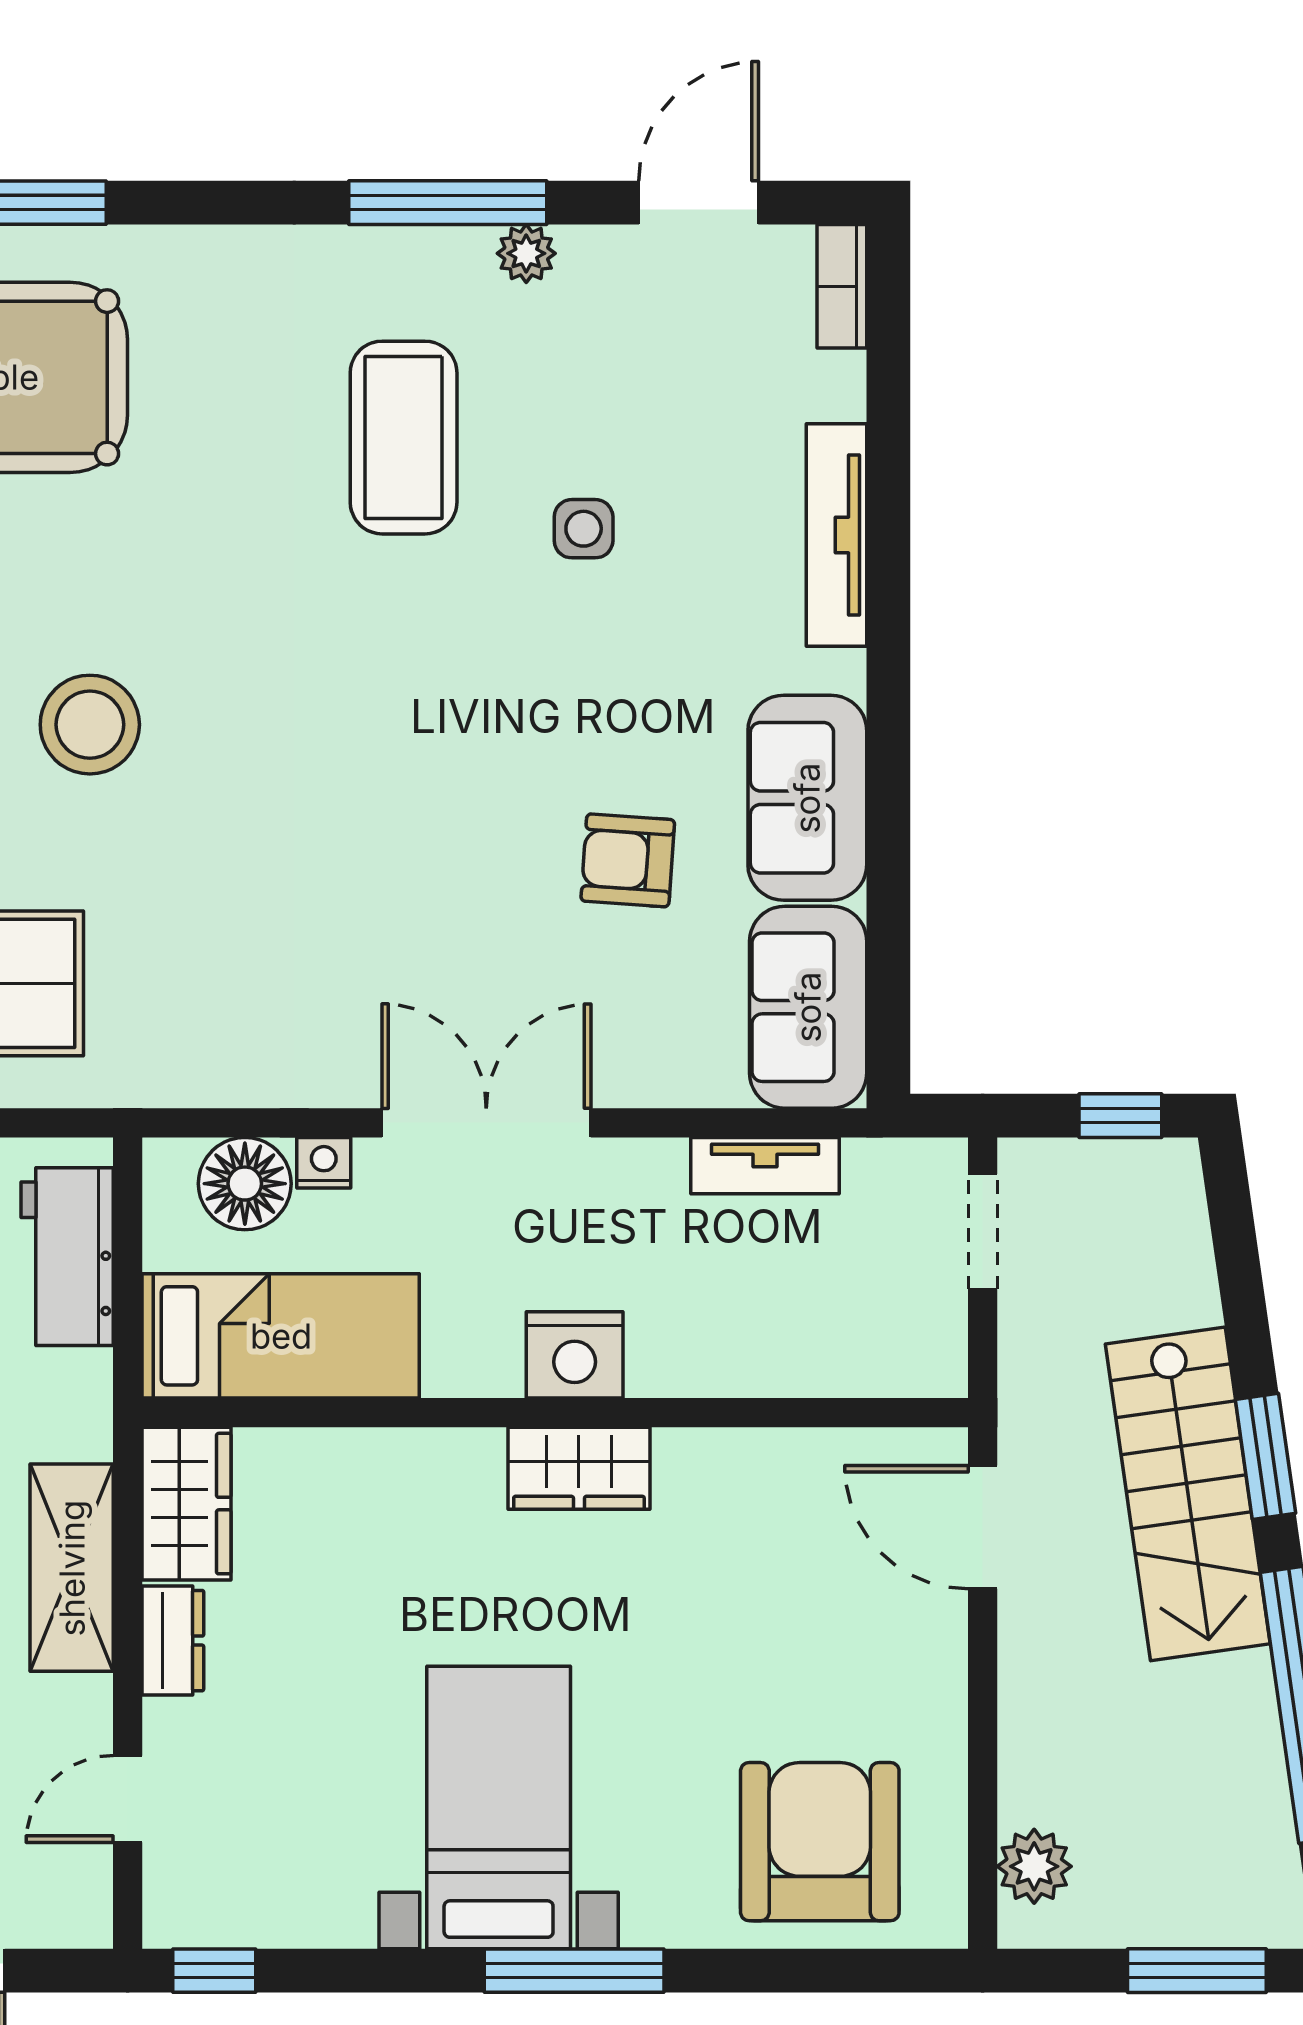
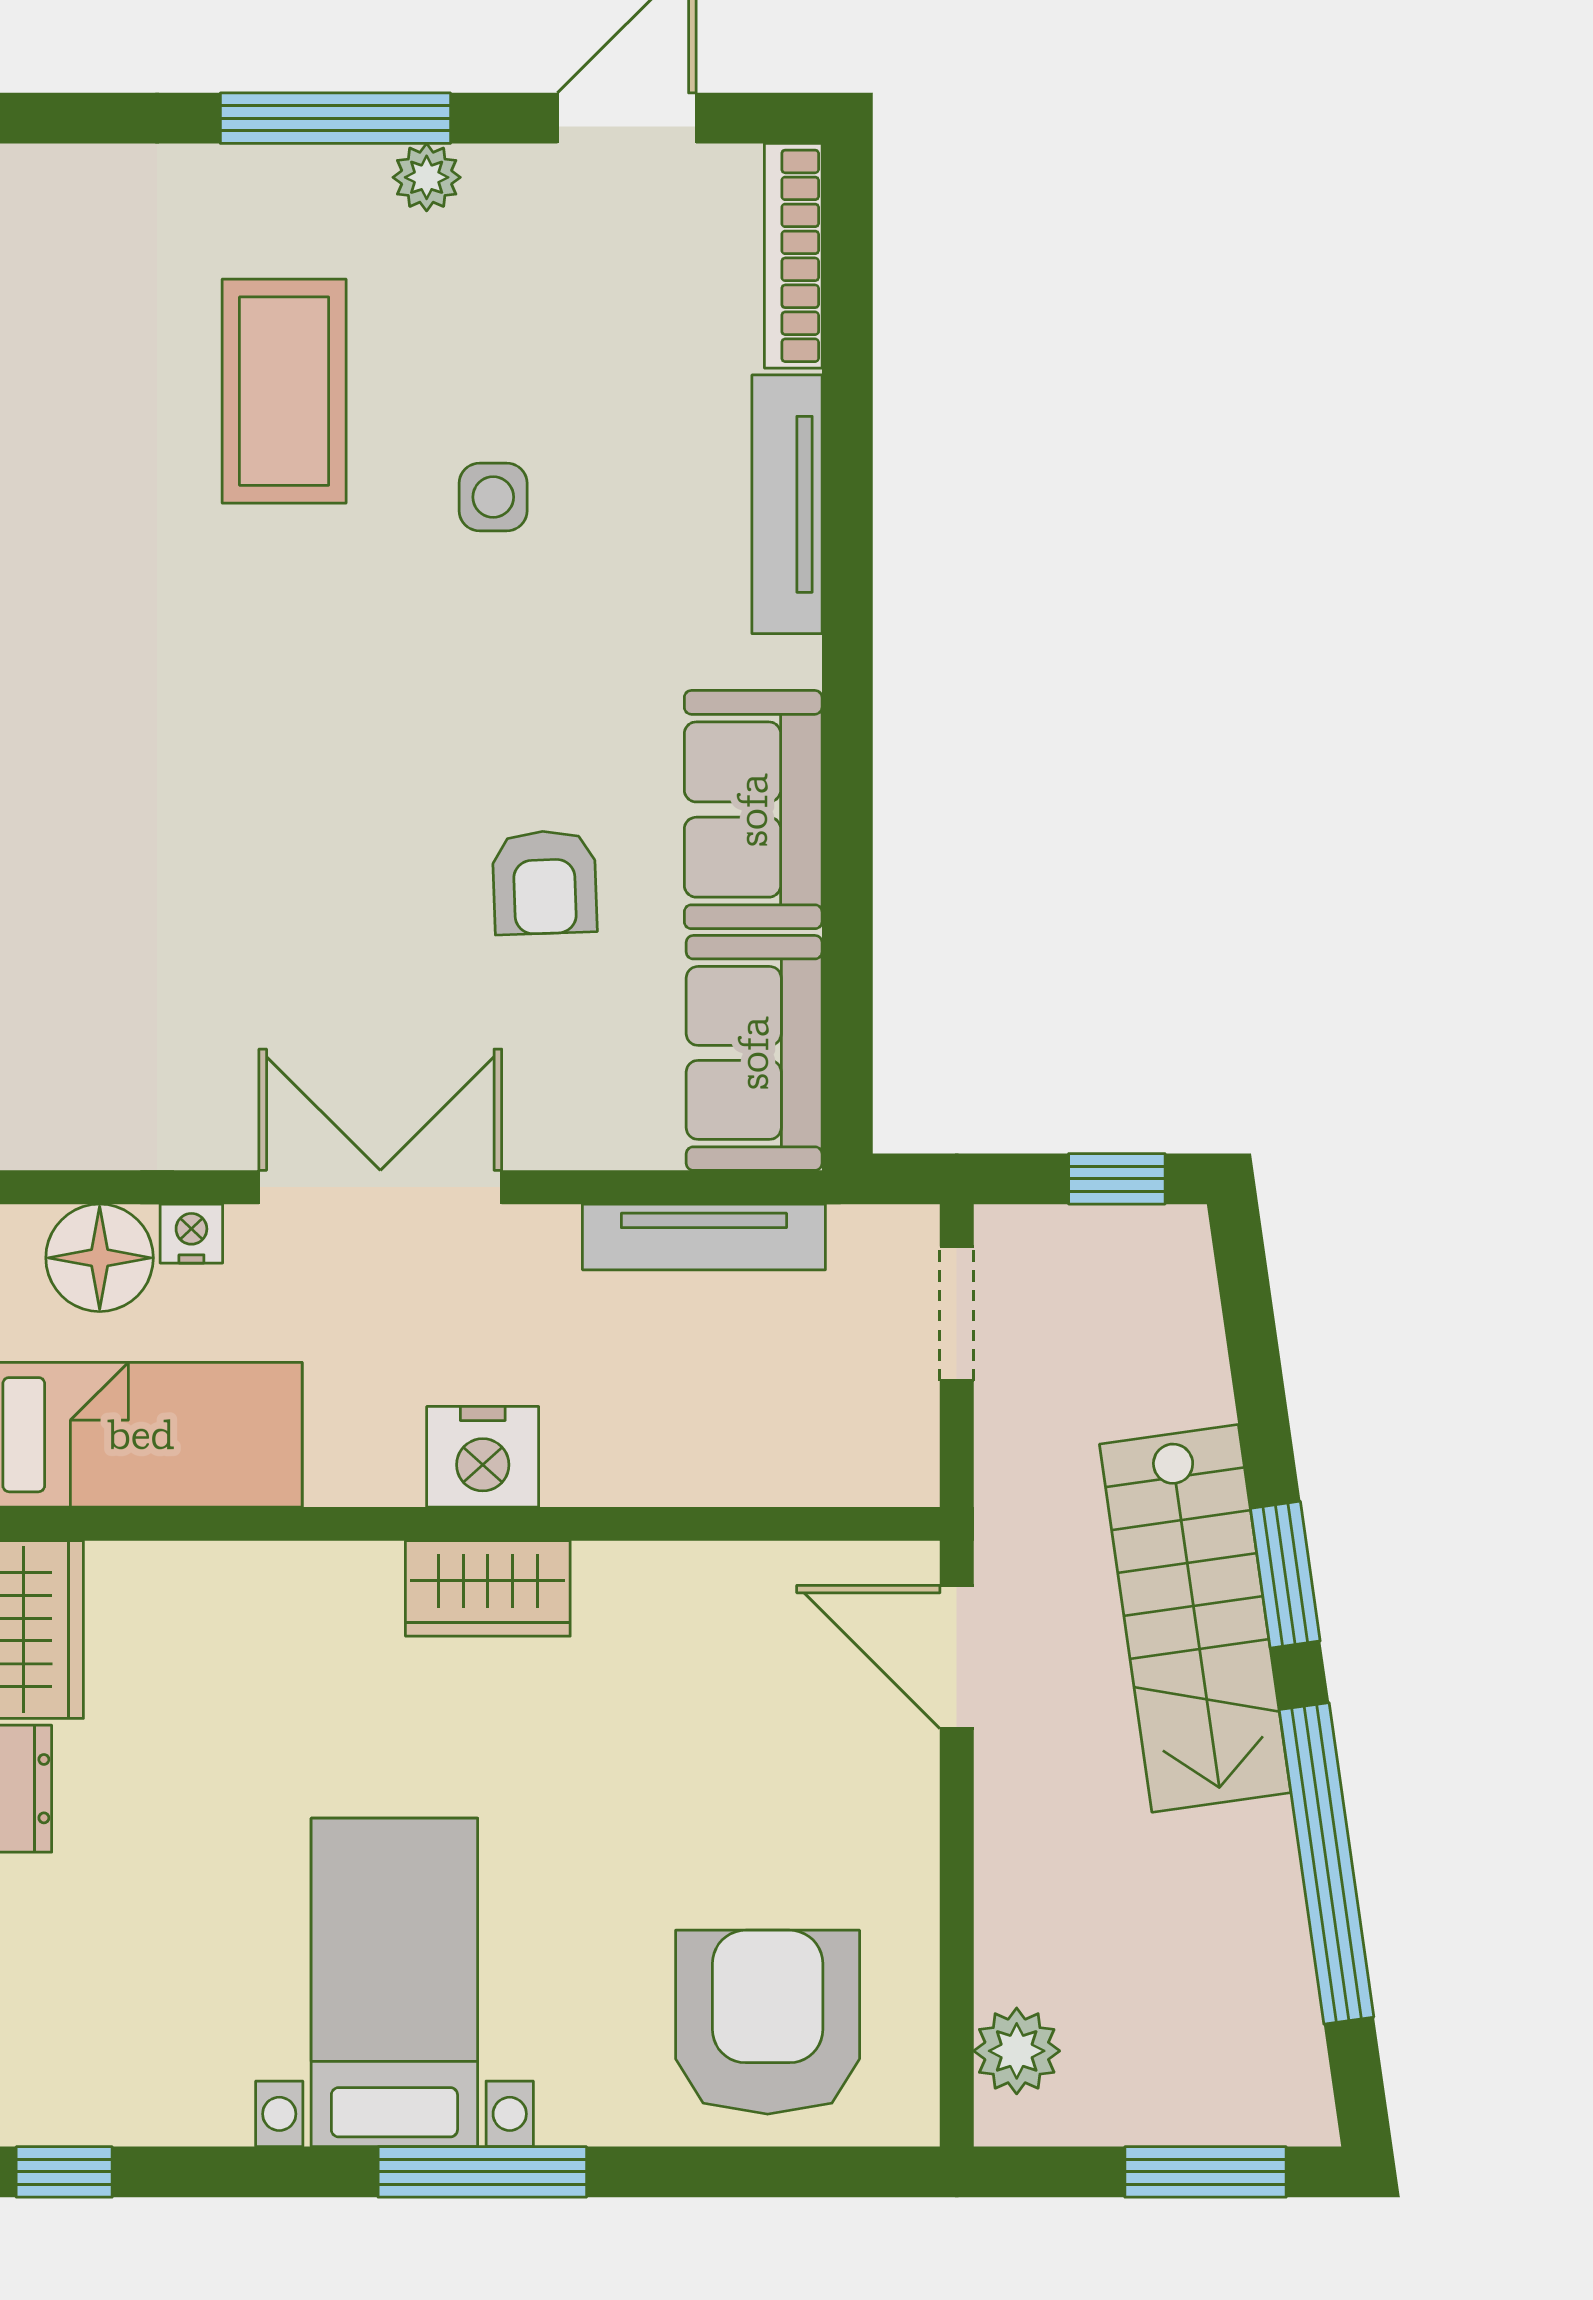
bookcase: (842, 286) -> (793, 256), width x1.56
armchair: (628, 860) -> (545, 882), turned -96
tv unit: (765, 1166) -> (704, 1237), width x1.41

